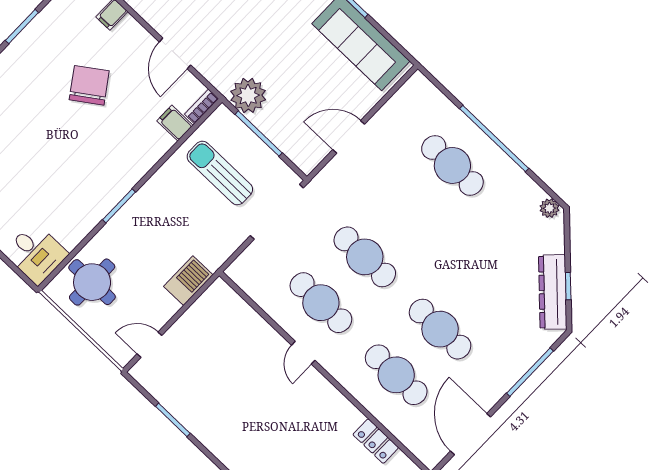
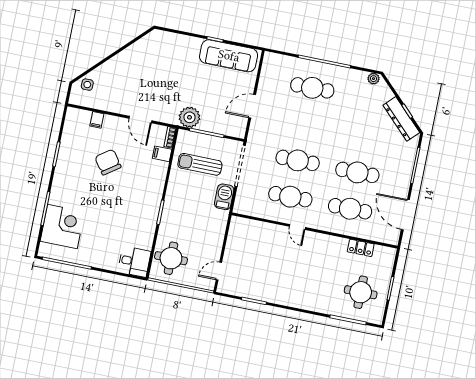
barbecue: (188, 281) -> (224, 197), moved

